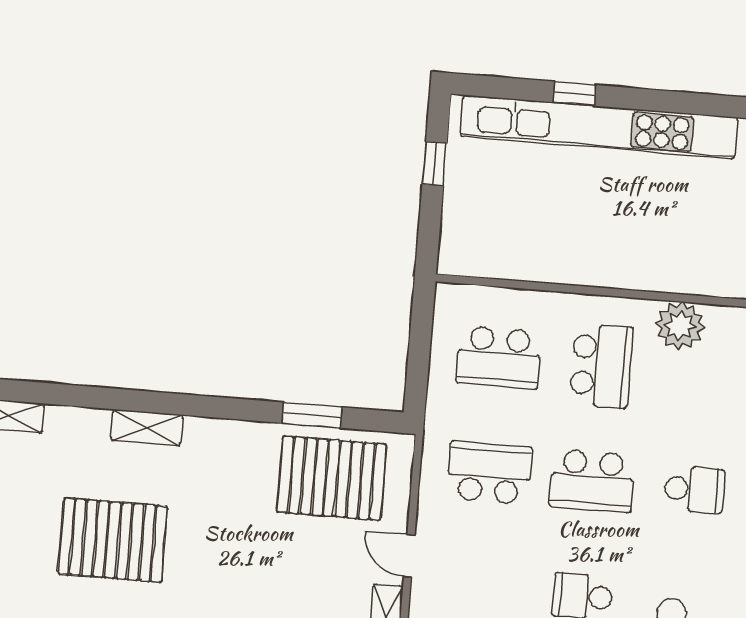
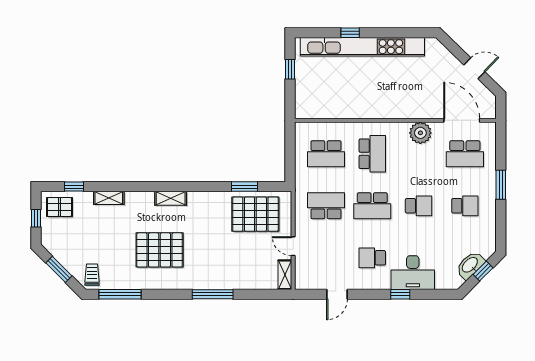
plant: (680, 326) -> (420, 133), moved

